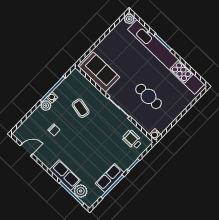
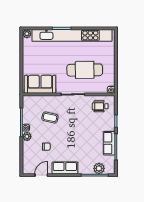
cafe table: (149, 96) -> (85, 70), width x1.37, depth x1.35
row of seats: (65, 175) -> (65, 168), moved

